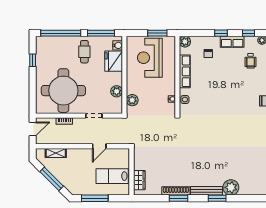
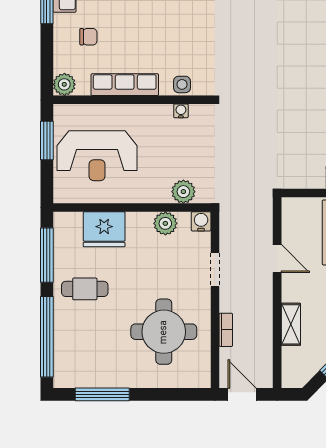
water cooler: (118, 45) -> (201, 221), moved
window: (33, 60) -> (102, 394), width x2.17
round table: (63, 91) -> (164, 332), width x0.73, depth x0.73
shelving: (56, 153) -> (291, 324), moved

